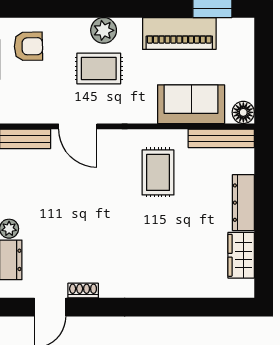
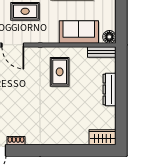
bench: (221, 138) -> (102, 52), width x0.73
wardrobe: (241, 255) -> (102, 137), moved, turned 90

